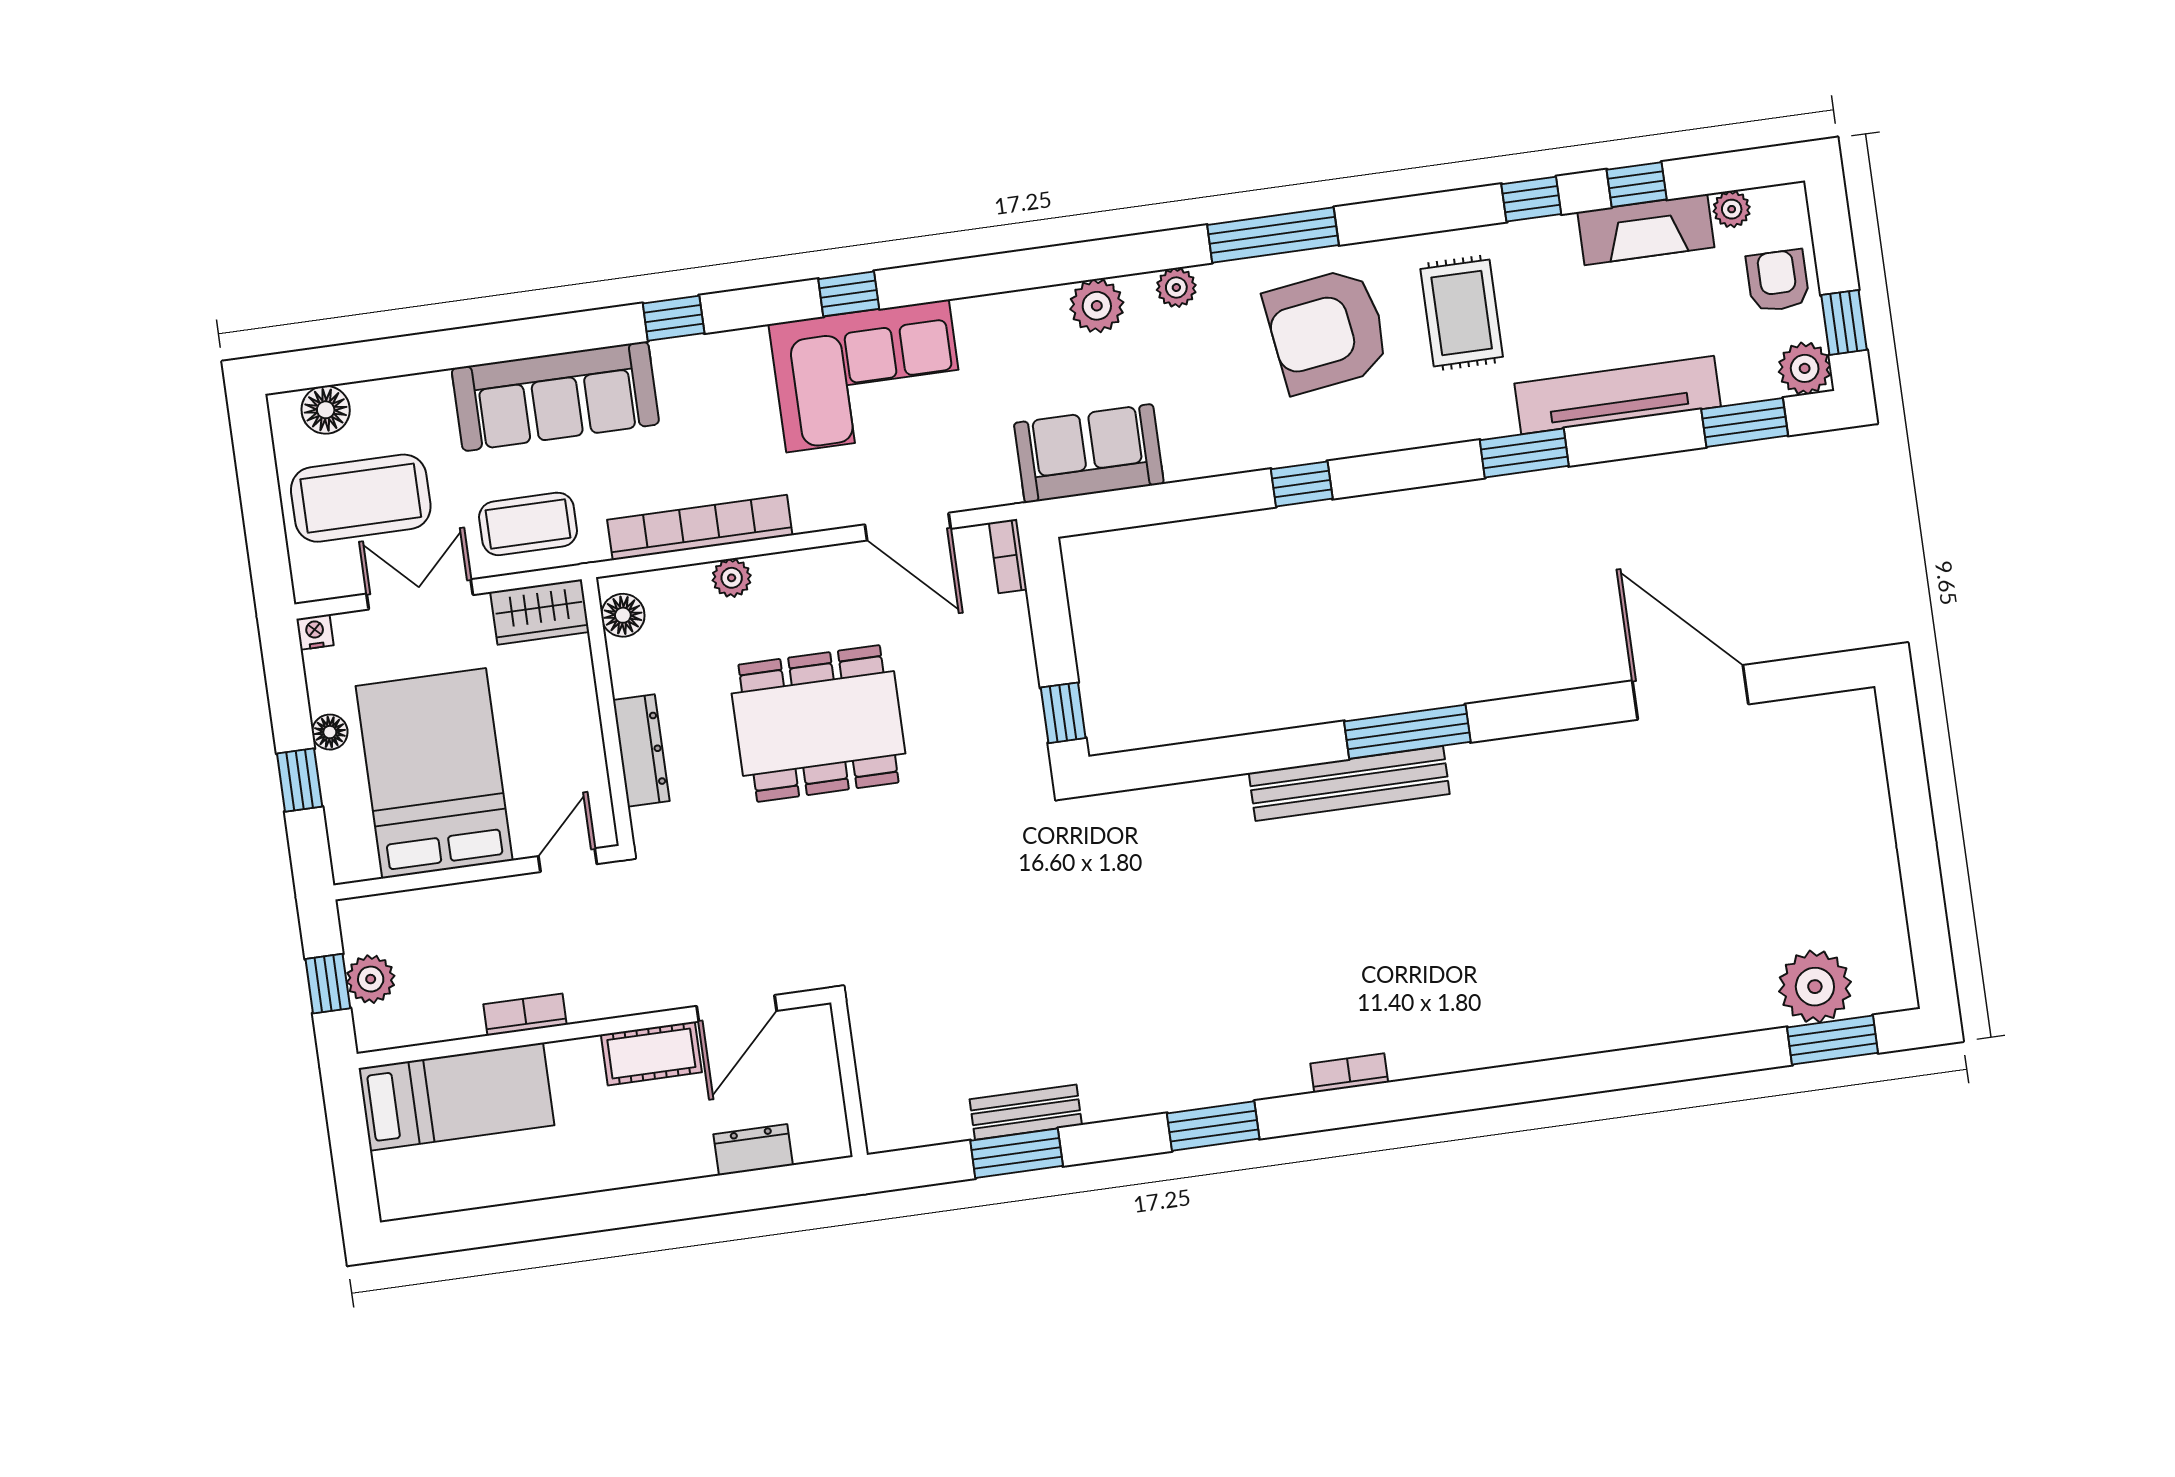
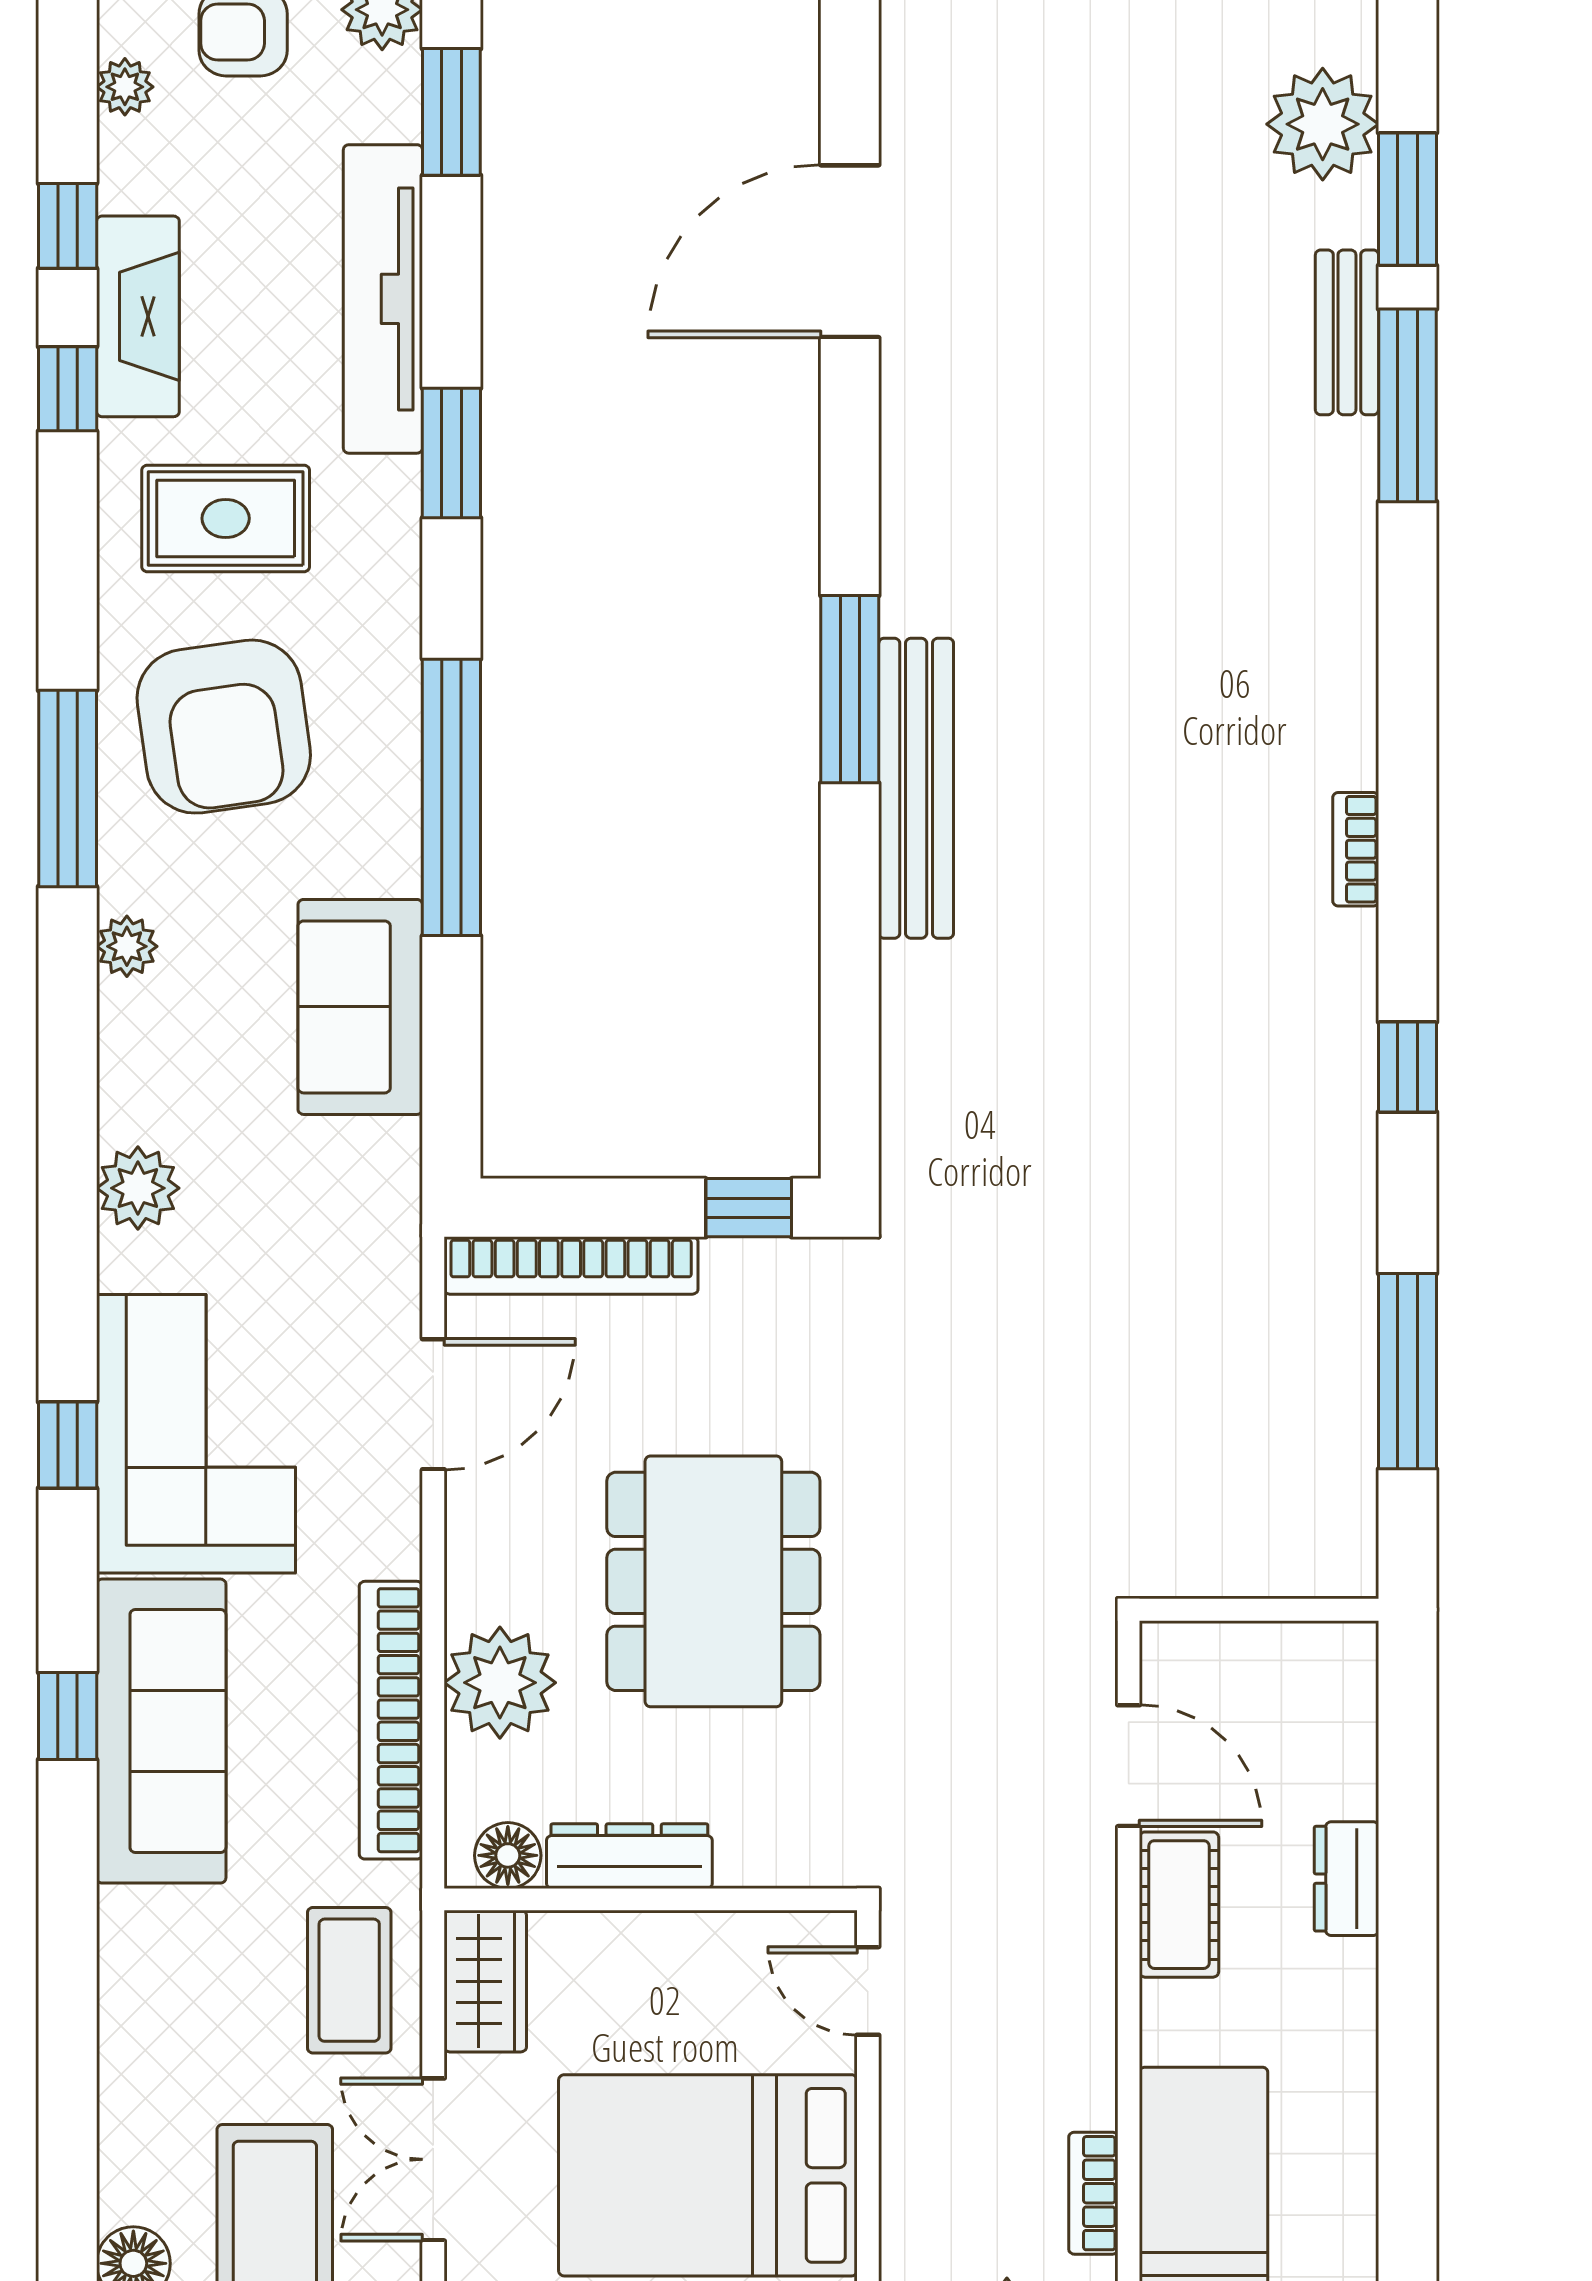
fireplace: (1646, 230) -> (138, 316), moved
plant: (1097, 306) -> (138, 1188), moved
sofa: (555, 396) -> (161, 1731), moved
sofa: (1089, 453) -> (360, 1007), moved
window: (1302, 484) -> (451, 797), width x3.17
bookcase: (1008, 556) -> (571, 1265), width x2.31, depth x1.31
plant: (732, 578) -> (500, 1683), width x1.88, depth x1.88
dresser: (641, 751) -> (629, 1856), moved
bookcase: (525, 1015) -> (1093, 2193), moved
window: (1833, 1040) -> (1407, 199), moved
window: (1641, 1067) -> (1407, 405), added
bench: (1026, 1112) -> (1347, 332), moved
window: (1213, 1126) -> (1407, 1067), width x0.67
dresser: (753, 1150) -> (1346, 1879), moved
window: (1017, 1153) -> (1407, 1371), width x1.44

